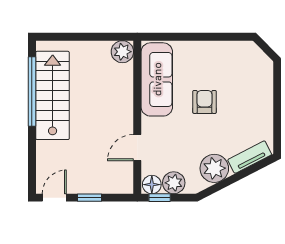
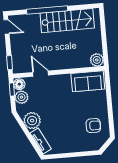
sofa: (157, 79) -> (88, 81), width x0.73
window: (32, 91) -> (47, 10), moved
armchair: (205, 102) -> (93, 126), moved
window: (90, 198) -> (10, 63), moved

